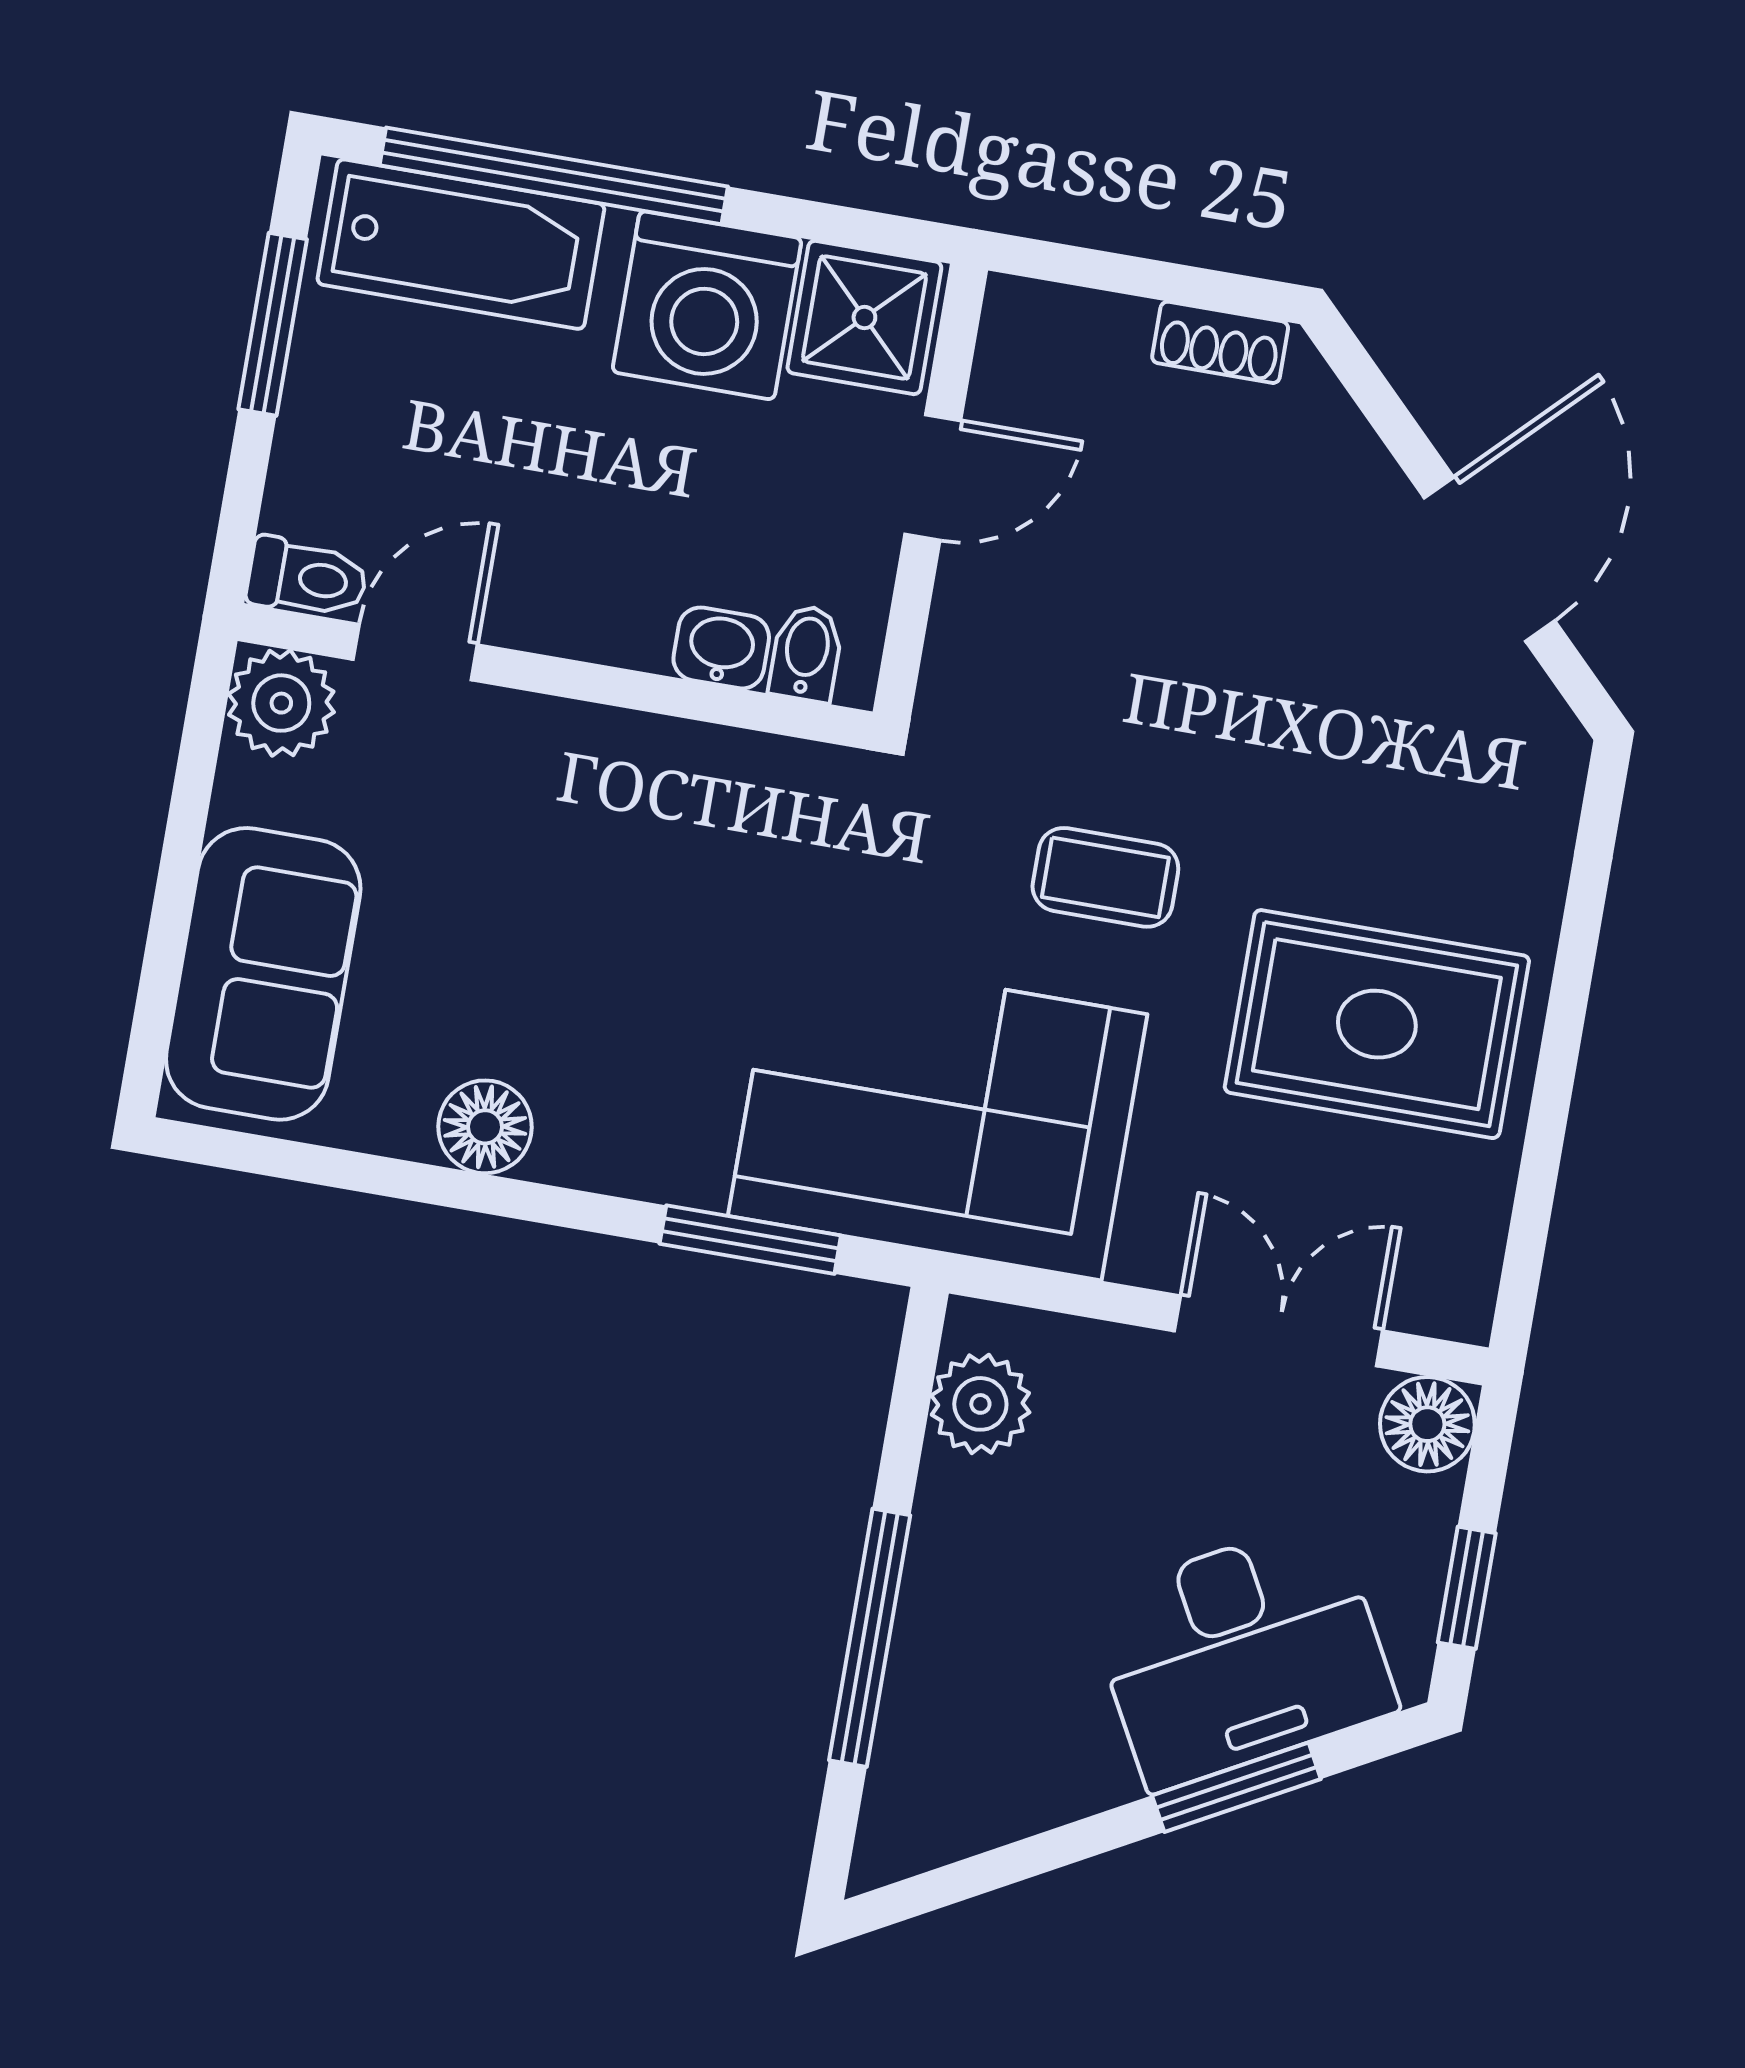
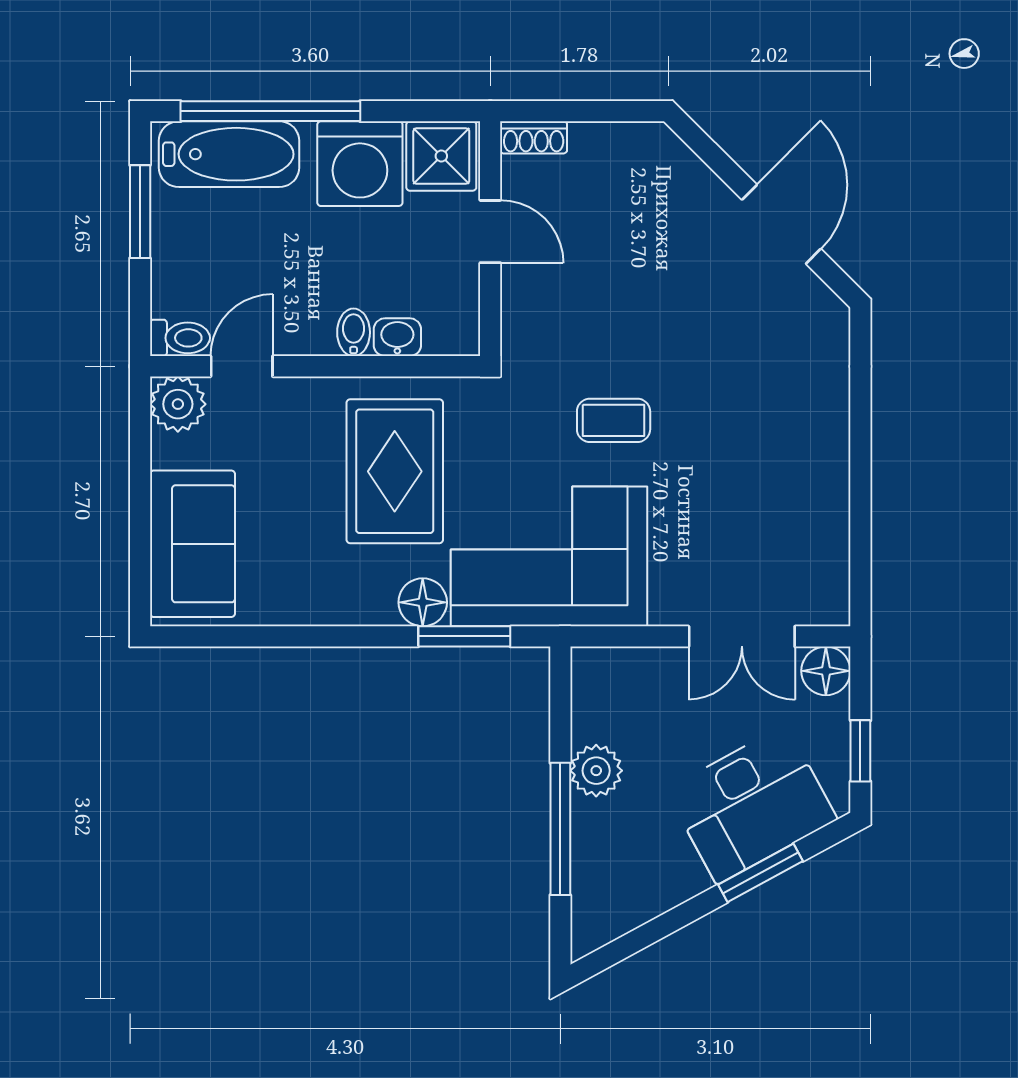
shoe rack: (1220, 342) -> (534, 137), moved
door: (933, 477) -> (490, 232), hinge flipped
bidet: (806, 653) -> (354, 332), moved
rug: (1377, 1024) -> (395, 471), moved, turned 90
floor lamp: (485, 1127) -> (423, 602), moved
double door: (1279, 1331) -> (742, 636), swing flipped
plant: (980, 1404) -> (596, 771), moved

